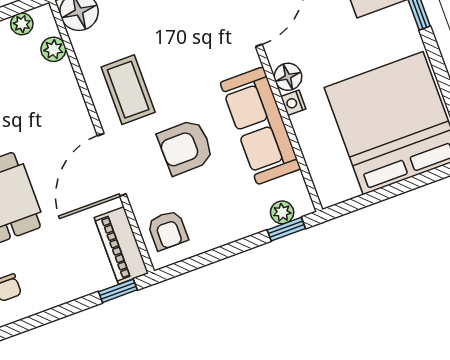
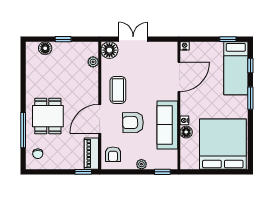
plant: (22, 24) -> (84, 47), removed
floor lamp: (288, 77) -> (186, 132), moved
plant: (282, 212) -> (141, 164), moved

